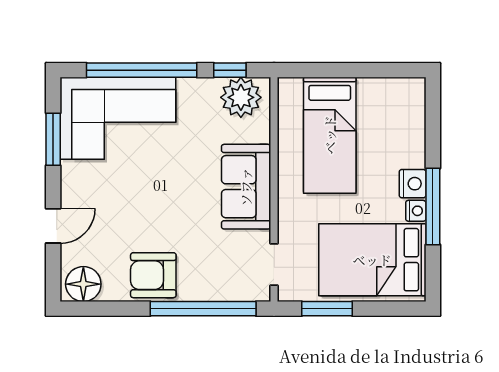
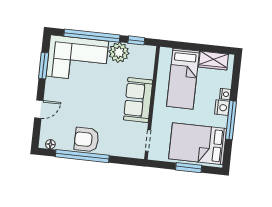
wardrobe: (386, 93) -> (214, 61), added
plant: (241, 97) -> (119, 52), moved
nightstand: (416, 211) -> (225, 94), moved
floor lamp: (83, 284) -> (50, 144), width x0.53, depth x0.53
window: (203, 309) -> (82, 156), moved
window: (327, 309) -> (189, 168), moved

